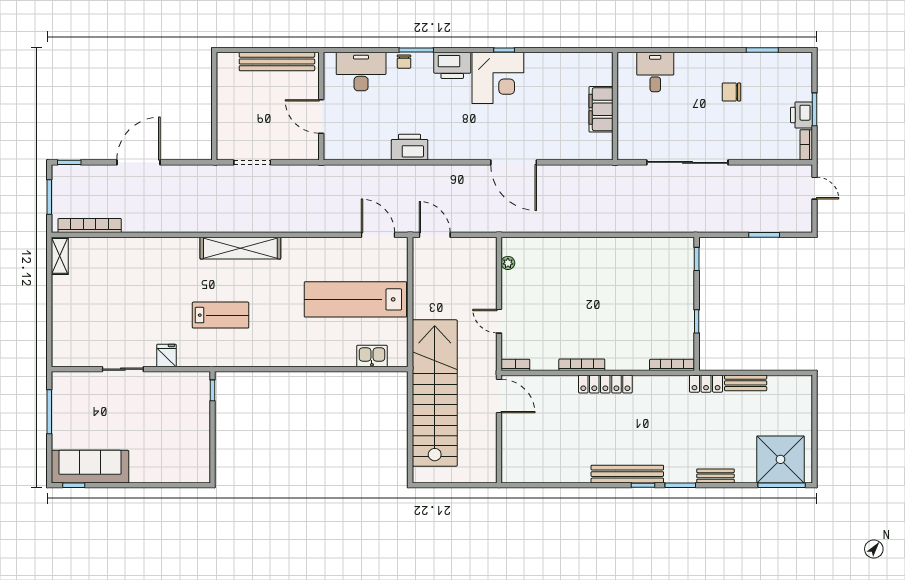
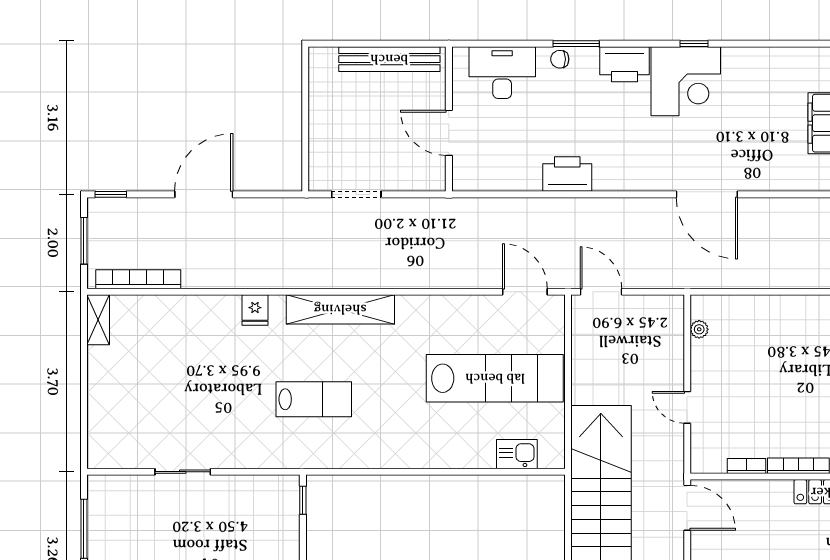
chair: (404, 62) -> (560, 59), turned 90
lab bench: (355, 299) -> (495, 378), turned 180
fridge: (166, 355) -> (255, 310), moved, turned 180
bookcase: (515, 365) -> (747, 466), moved

